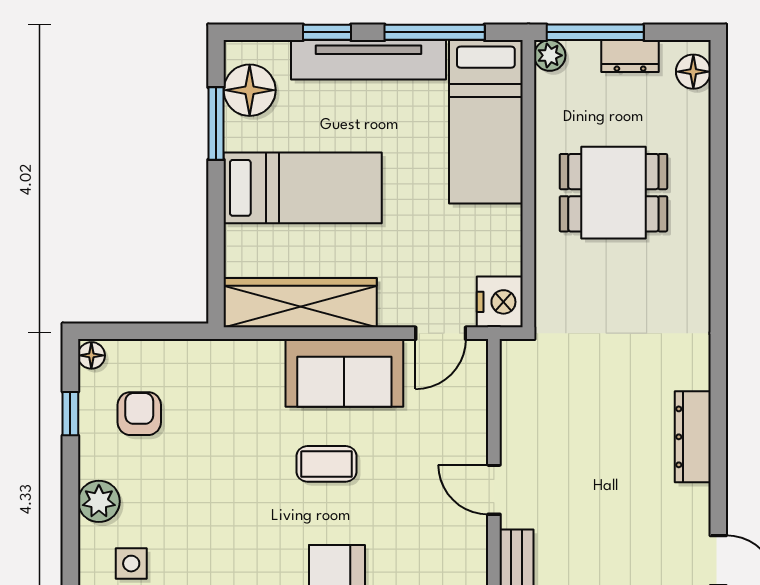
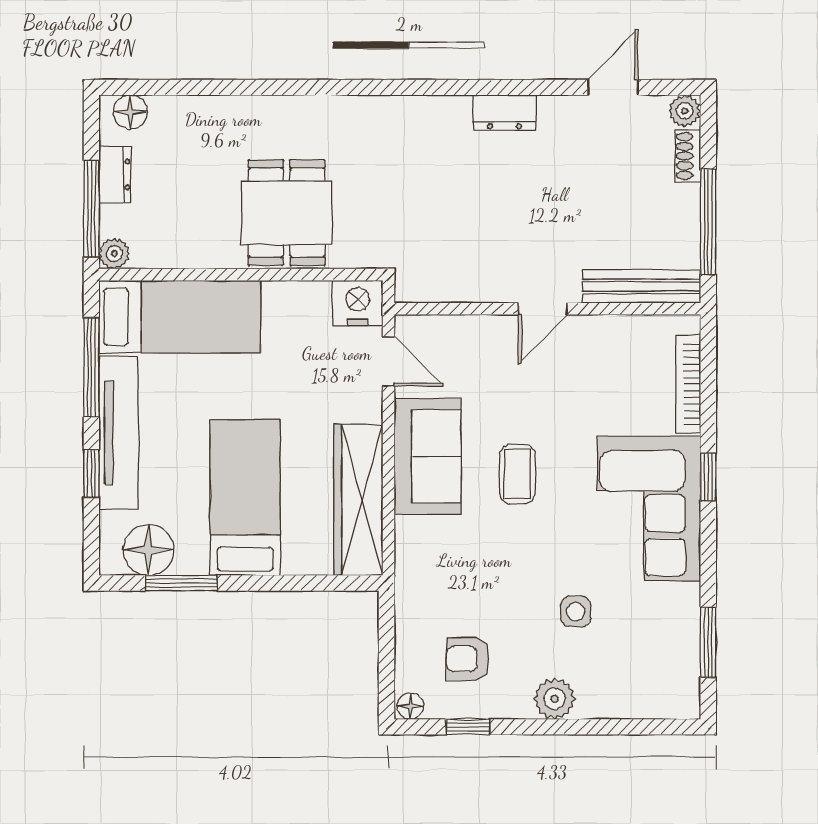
dining table: (613, 193) -> (287, 213), moved
dresser: (693, 437) -> (504, 113), width x0.70
side table: (131, 564) -> (576, 611), moved

